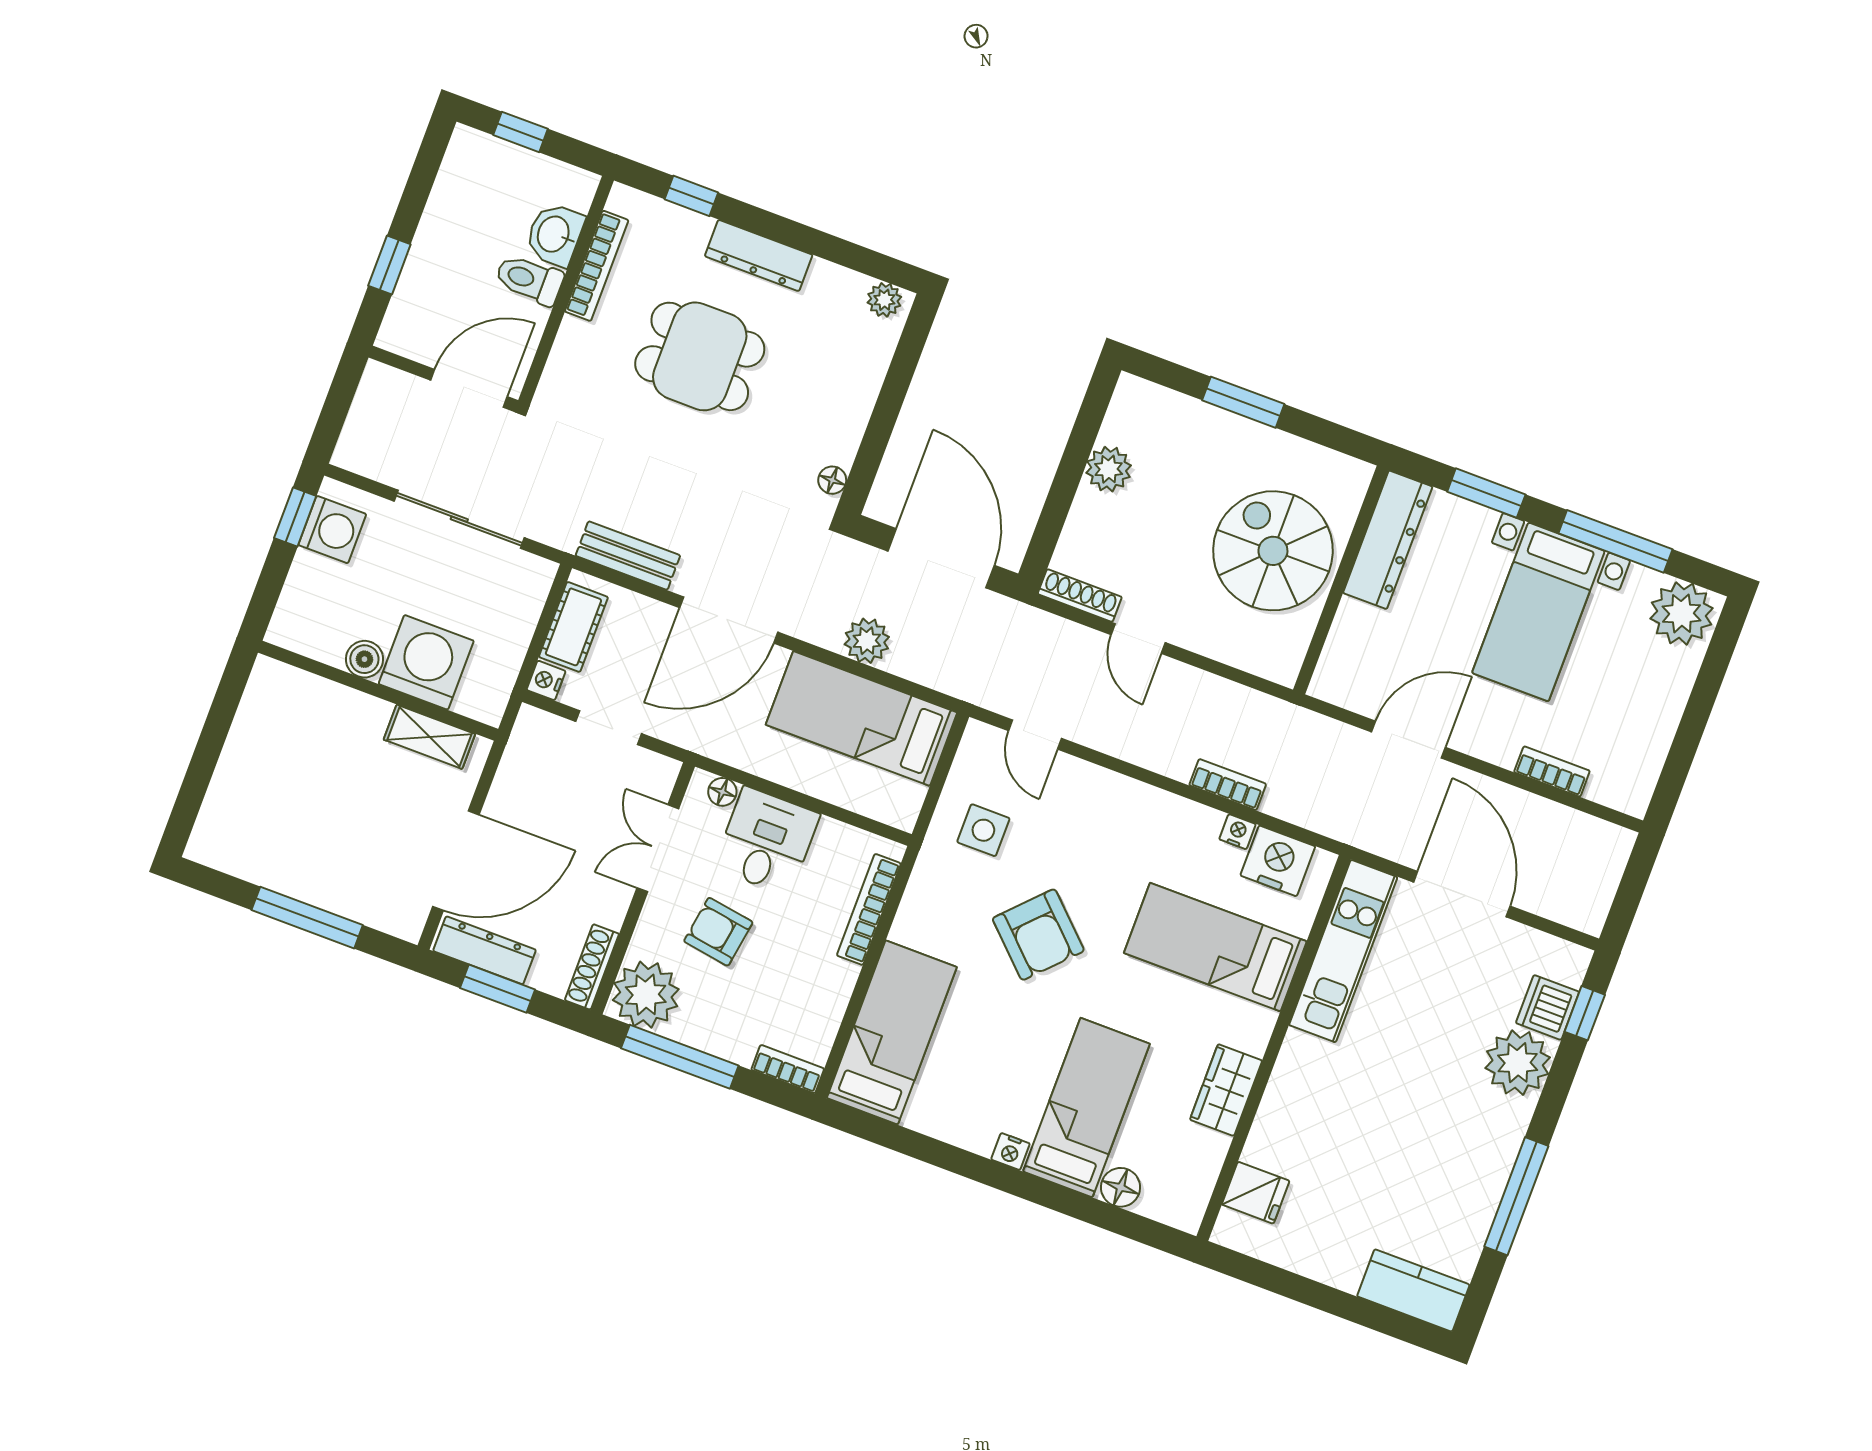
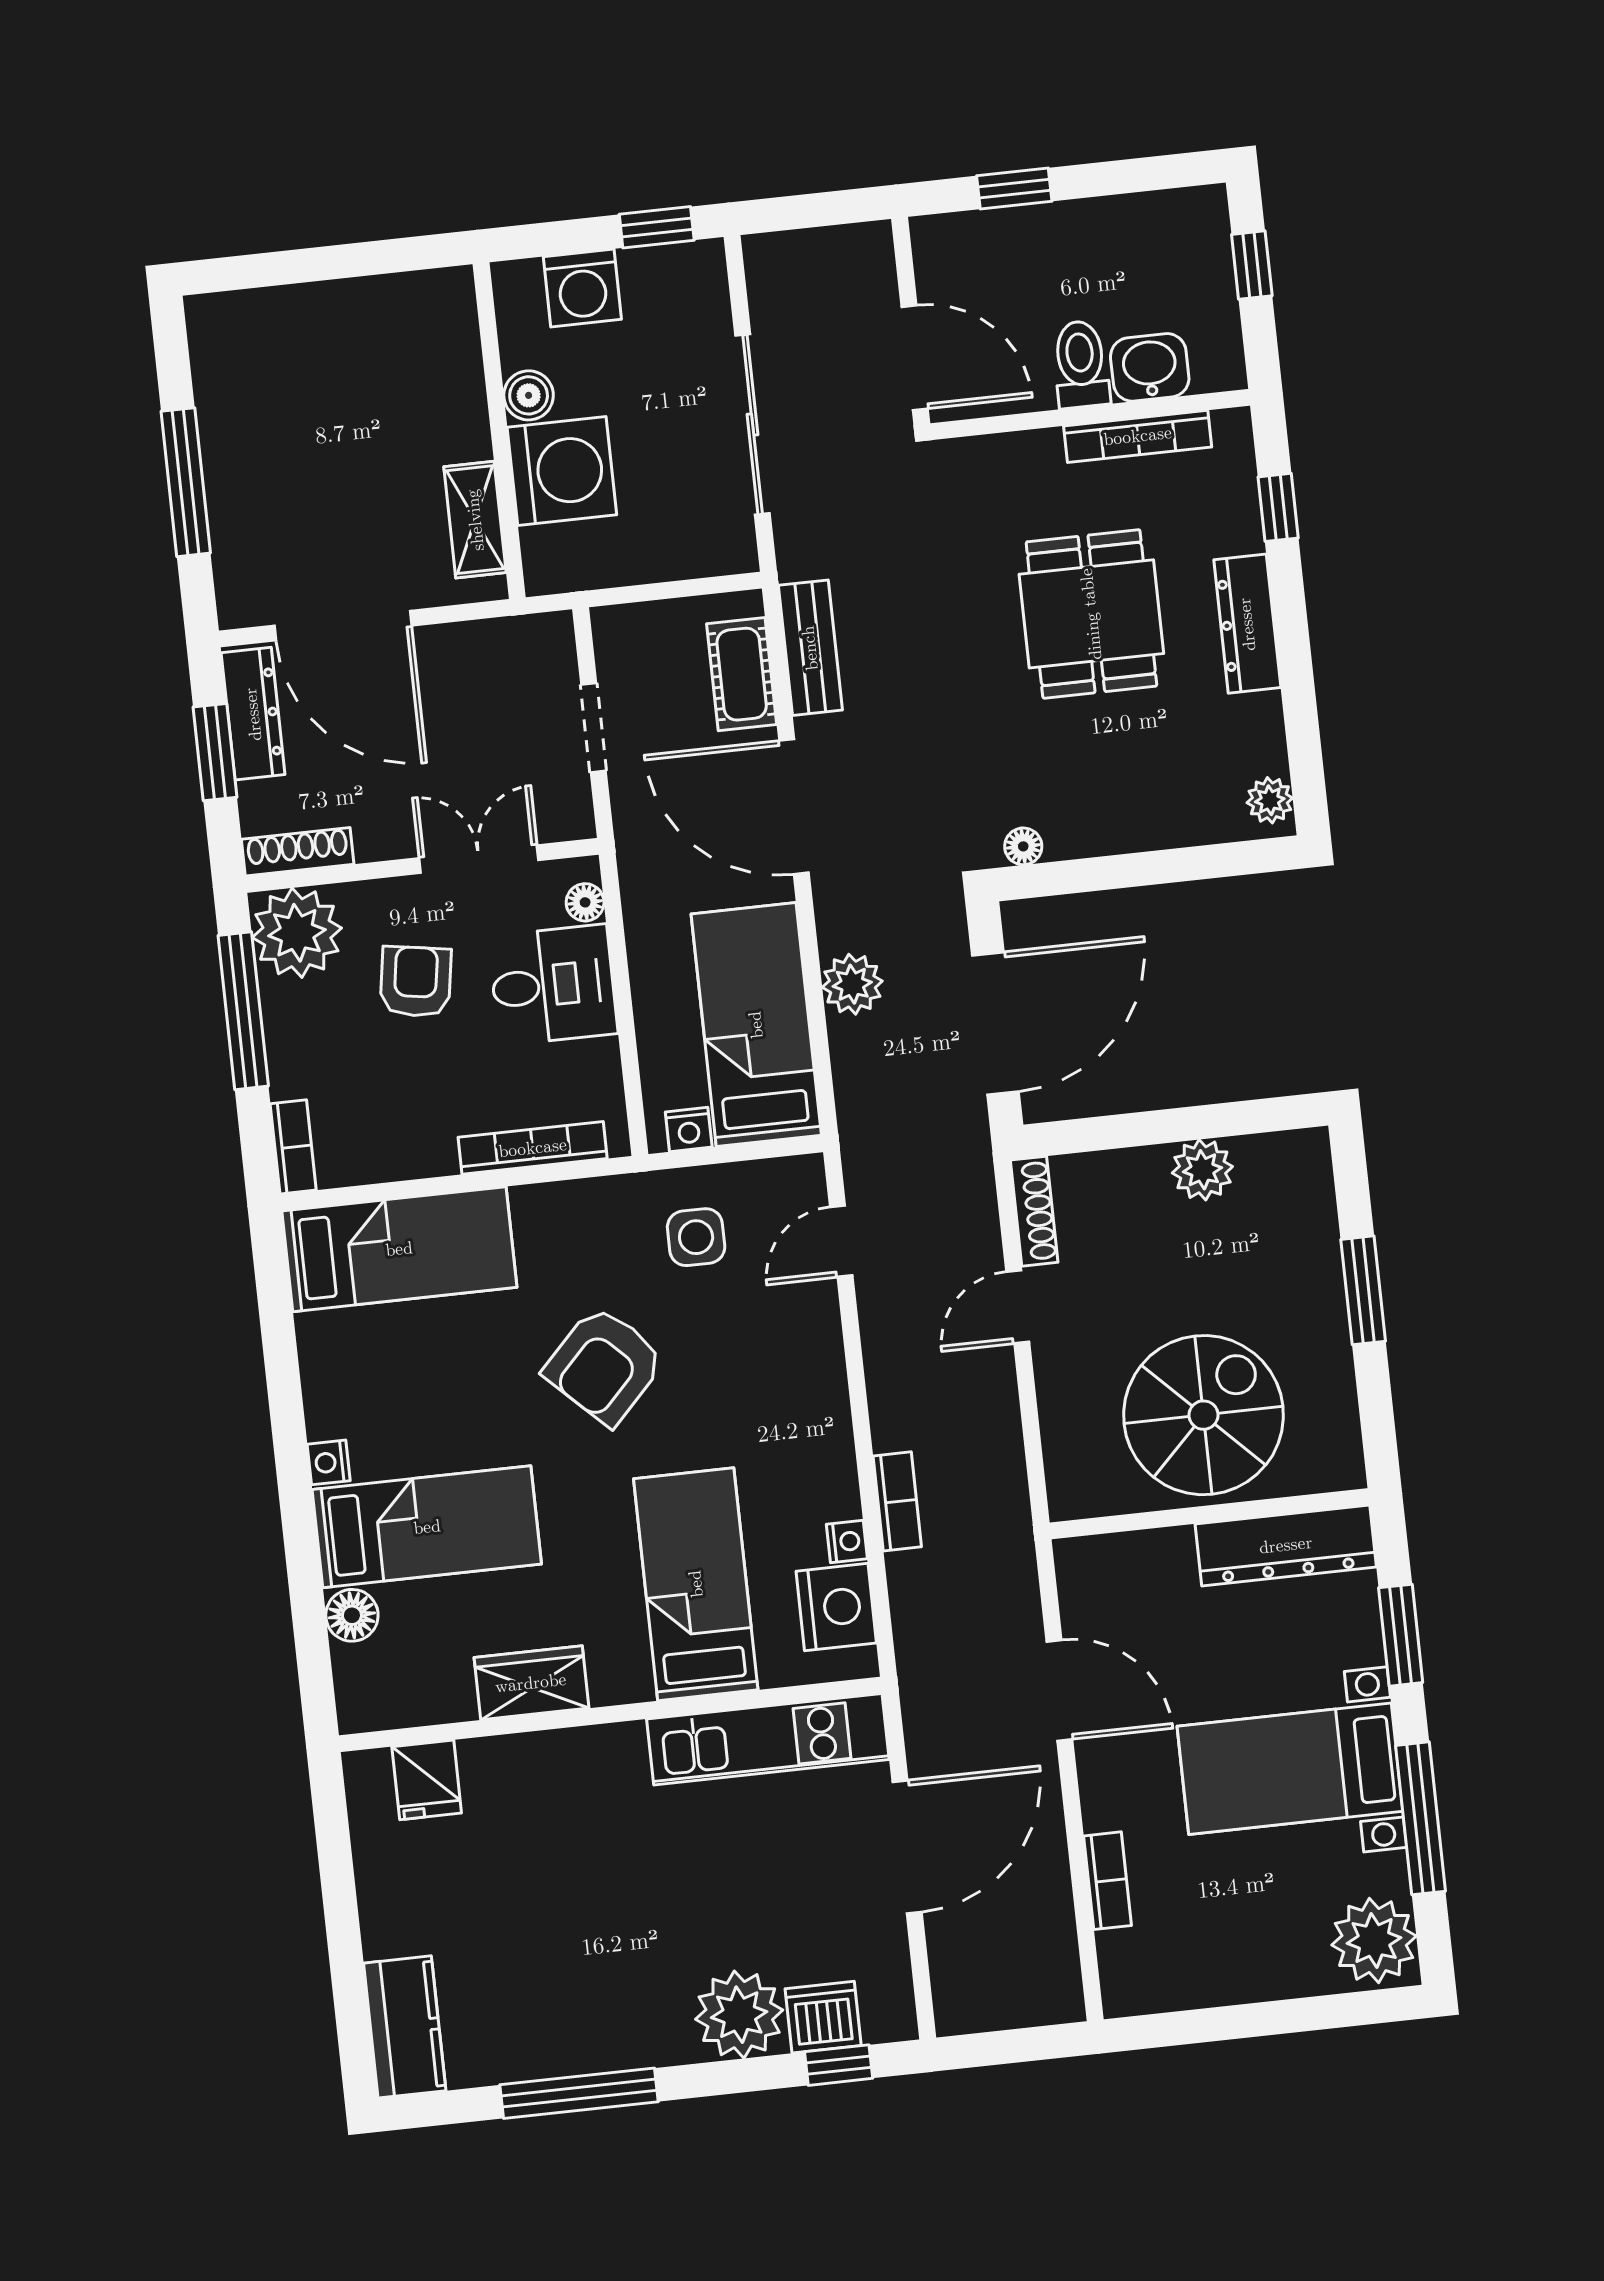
washing machine: (332, 530) -> (582, 288), moved
cot: (573, 627) -> (742, 674), moved, turned 90
nightstand: (546, 680) -> (689, 1129), moved, turned 180

